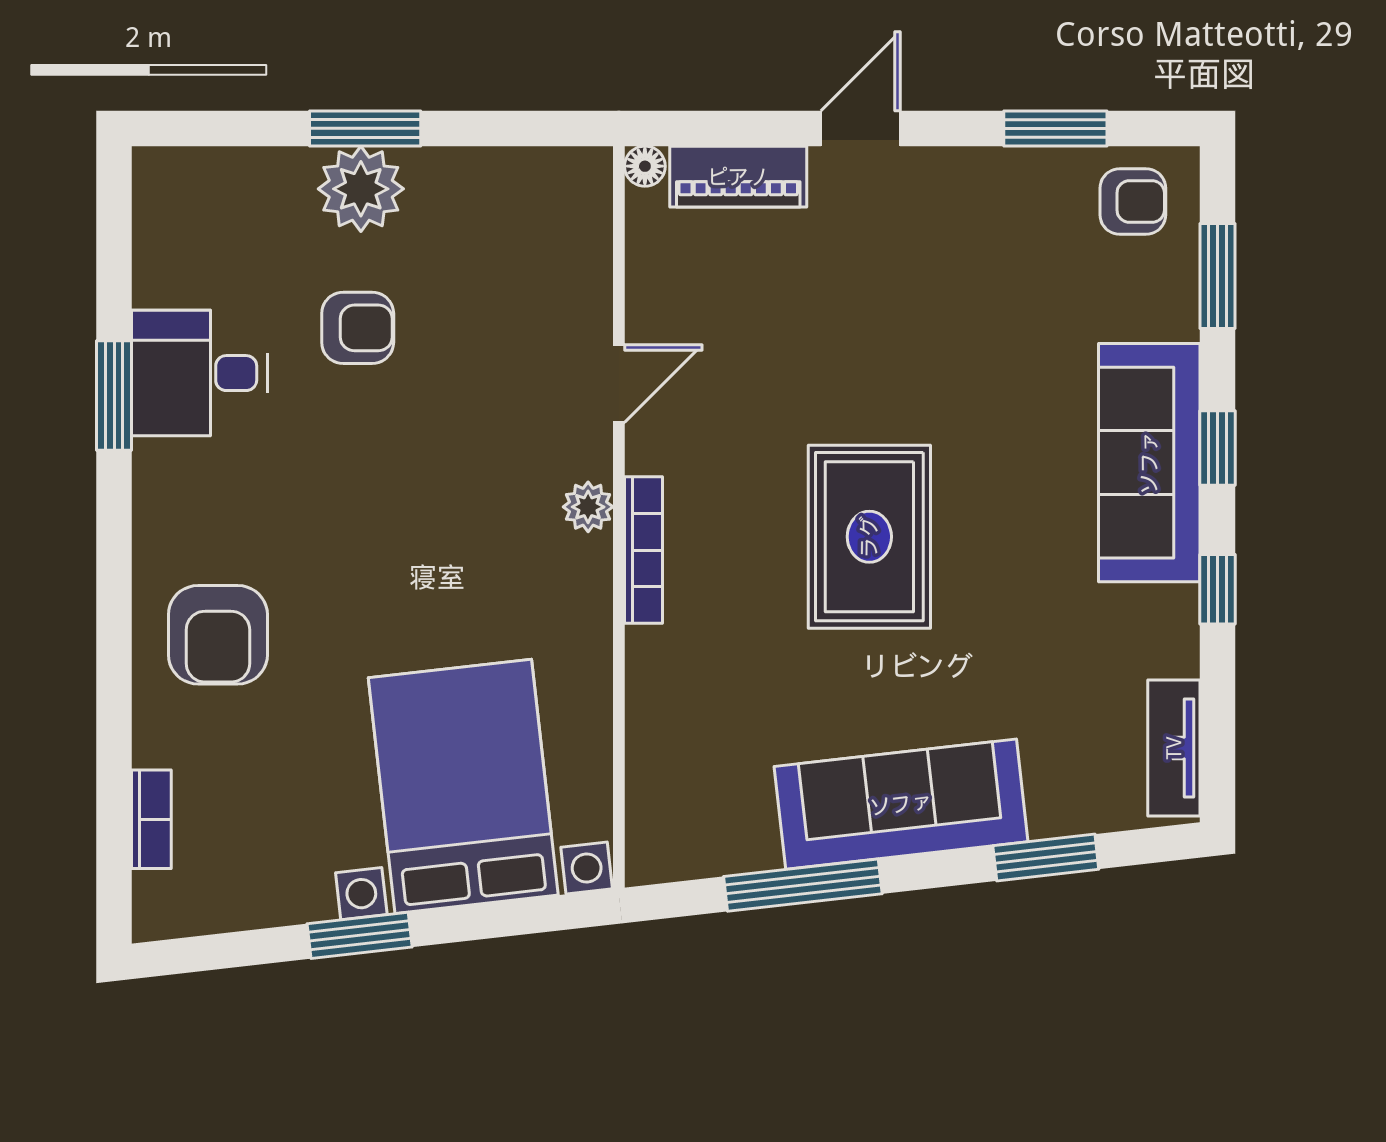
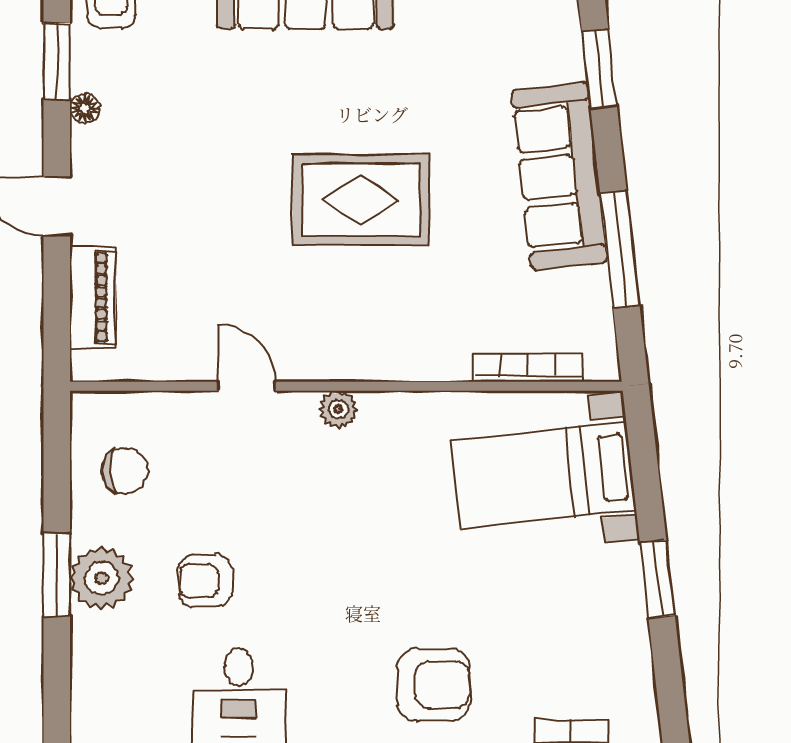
floor lamp: (645, 166) -> (85, 108), moved
chair: (505, 220) -> (125, 471), added
armchair: (358, 328) -> (205, 581), turned -91
bookcase: (644, 550) -> (528, 368), moved
bed with nightstands: (463, 786) -> (543, 475), width x0.73

